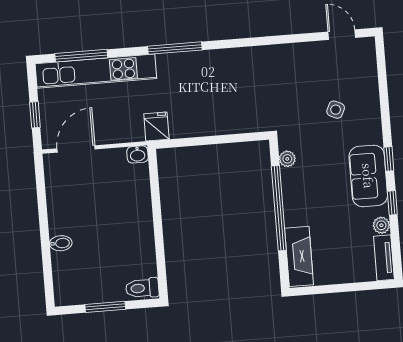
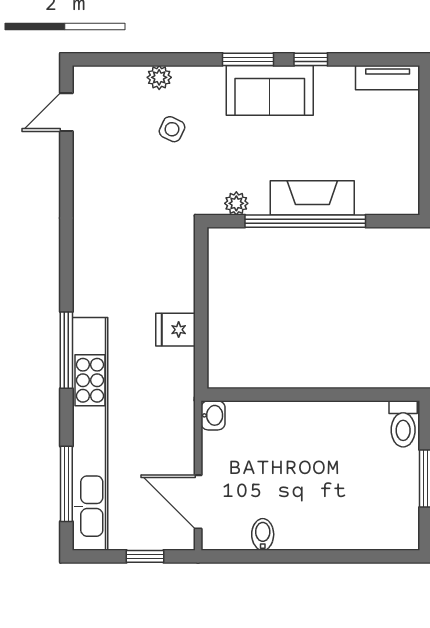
kitchen unit: (96, 71) -> (90, 434), width x1.36
fridge: (156, 126) -> (175, 330), moved
window: (389, 159) -> (248, 59), width x1.50
plant: (381, 225) -> (159, 77), moved
bidet: (61, 243) -> (263, 534), moved
fireplace: (299, 256) -> (312, 198), moved

